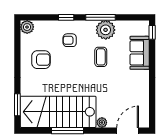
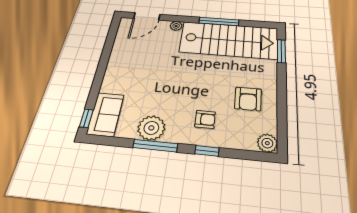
sofa: (140, 53) -> (105, 114), moved
coffee table: (101, 57) -> (165, 95), removed
armchair: (41, 60) -> (248, 99), turned -90

